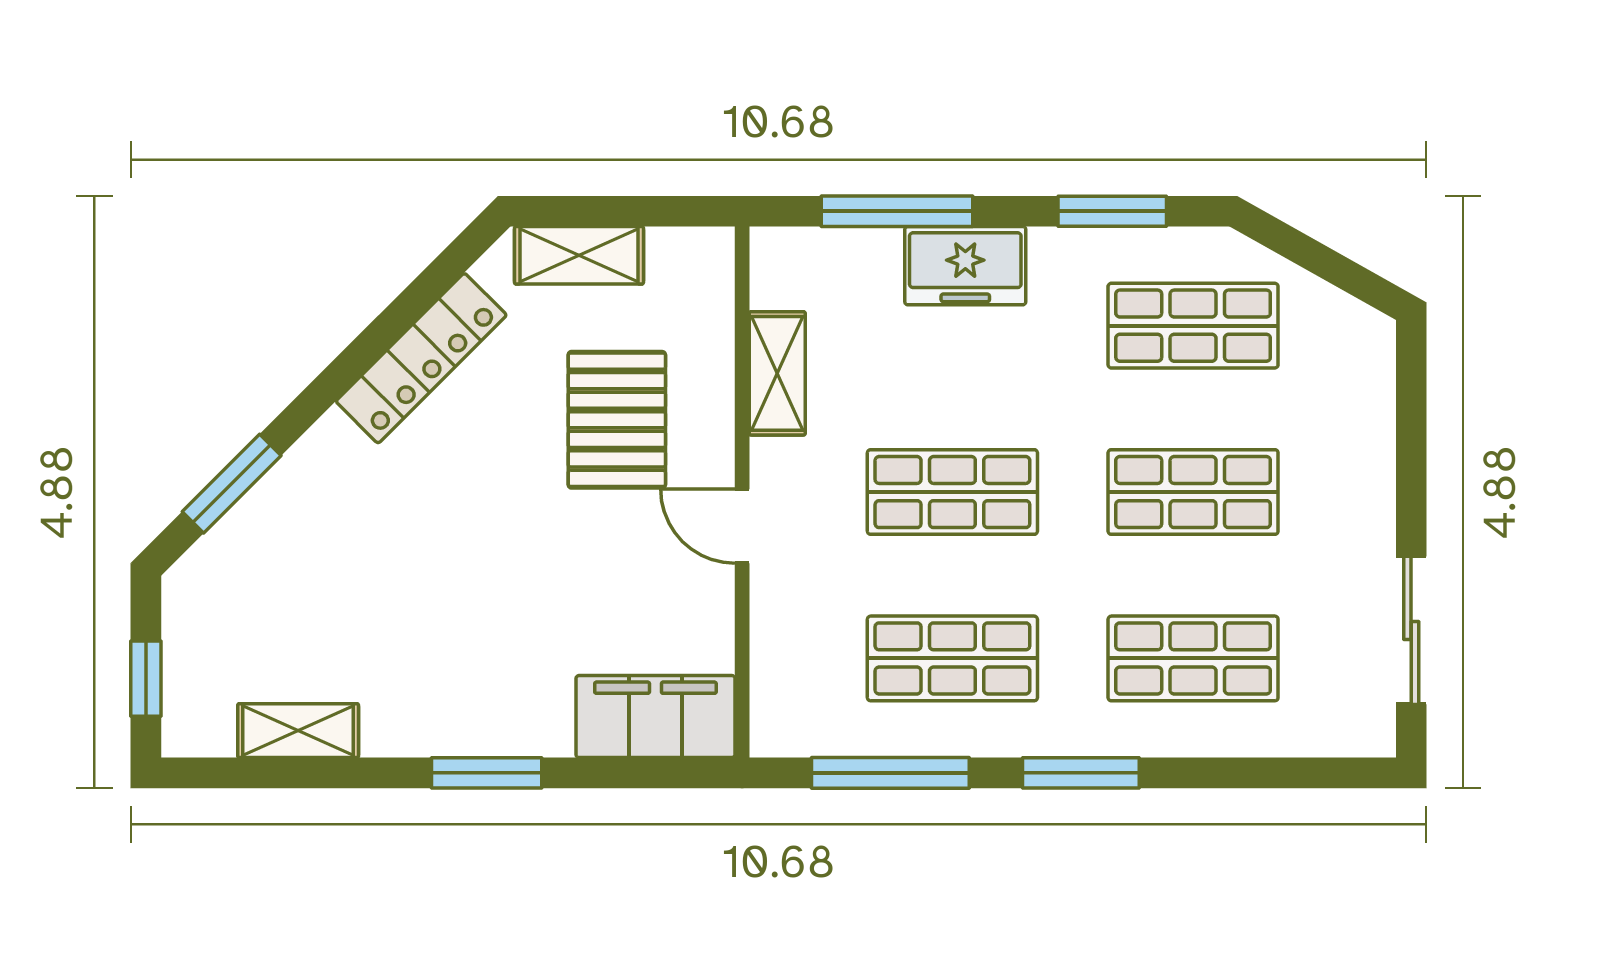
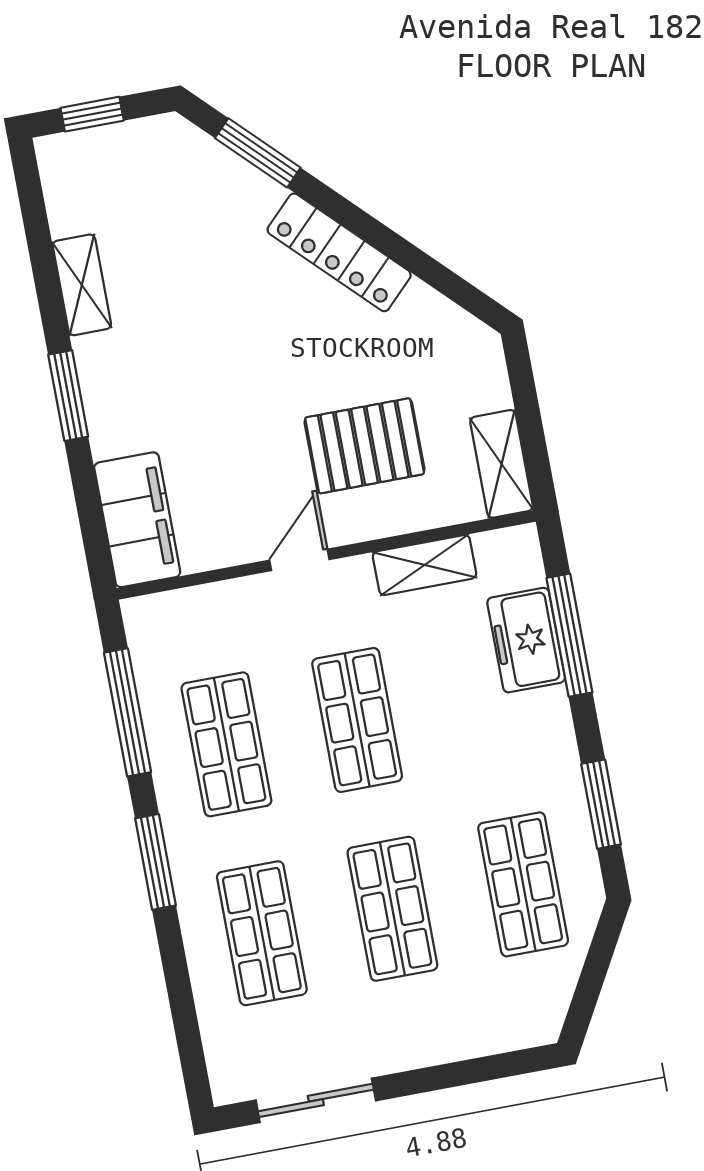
shelving: (579, 255) -> (502, 464), moved
freezer: (965, 266) -> (526, 640), moved
locker: (421, 358) -> (339, 252), moved
shelving: (298, 731) -> (82, 285), moved

